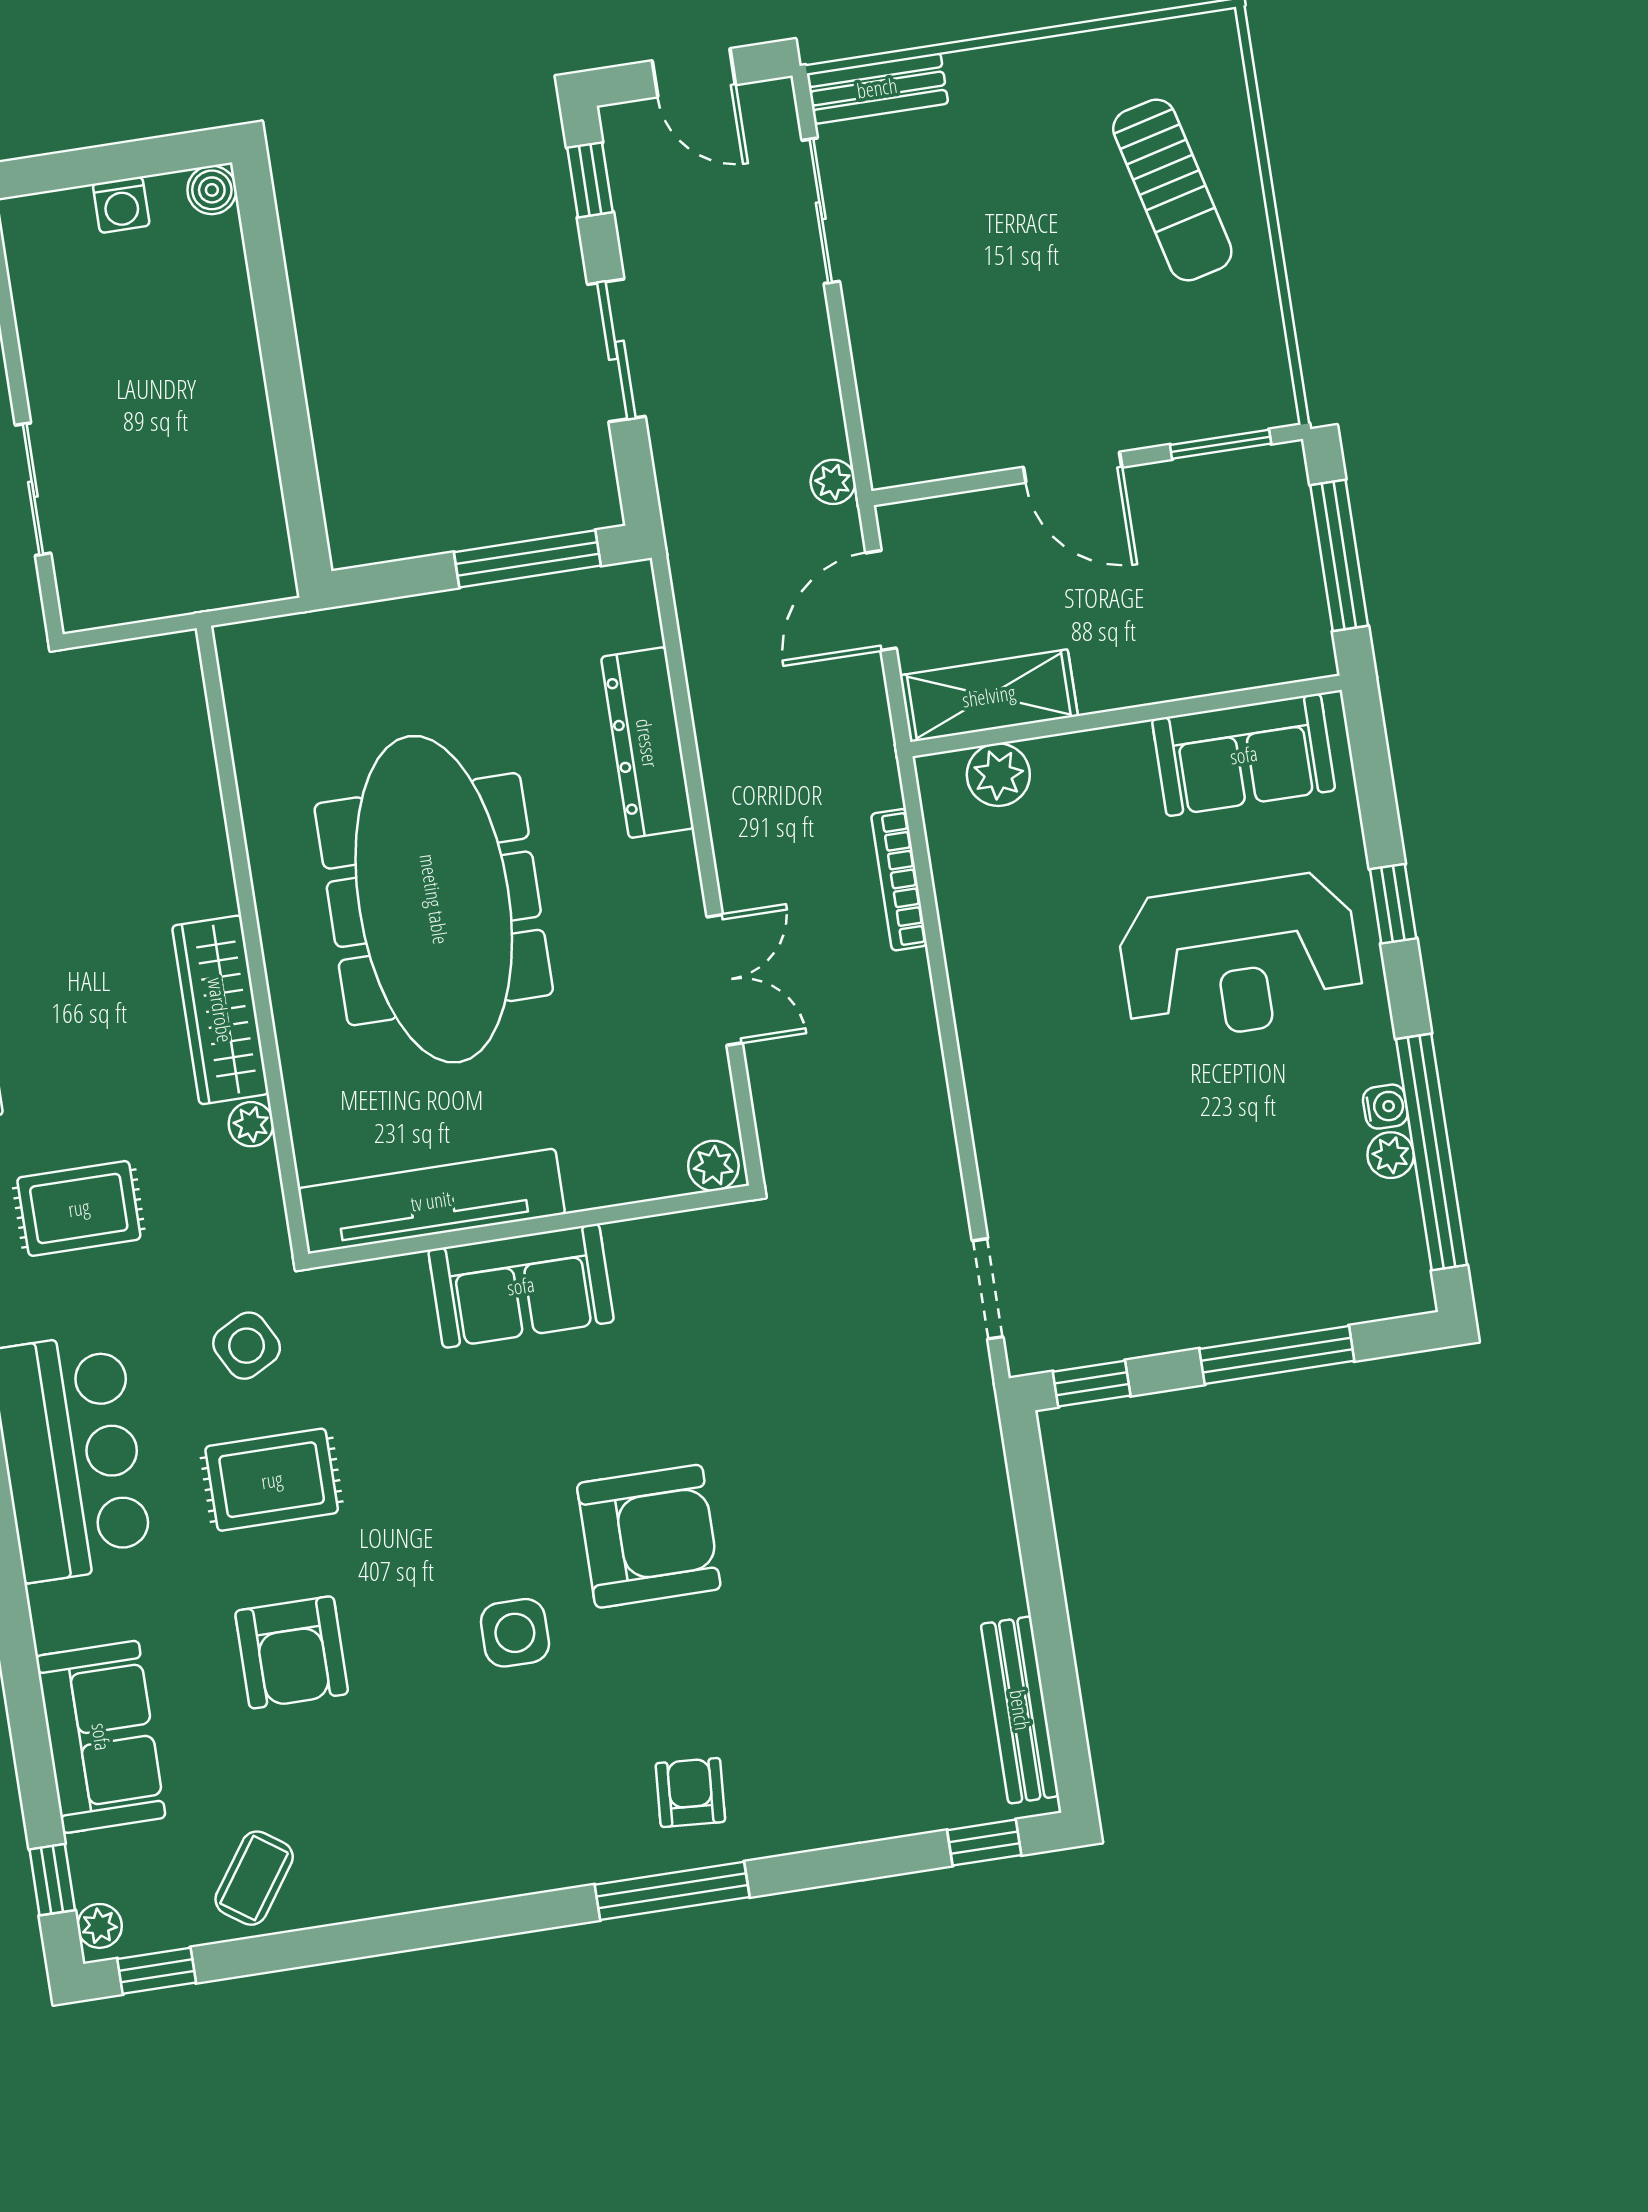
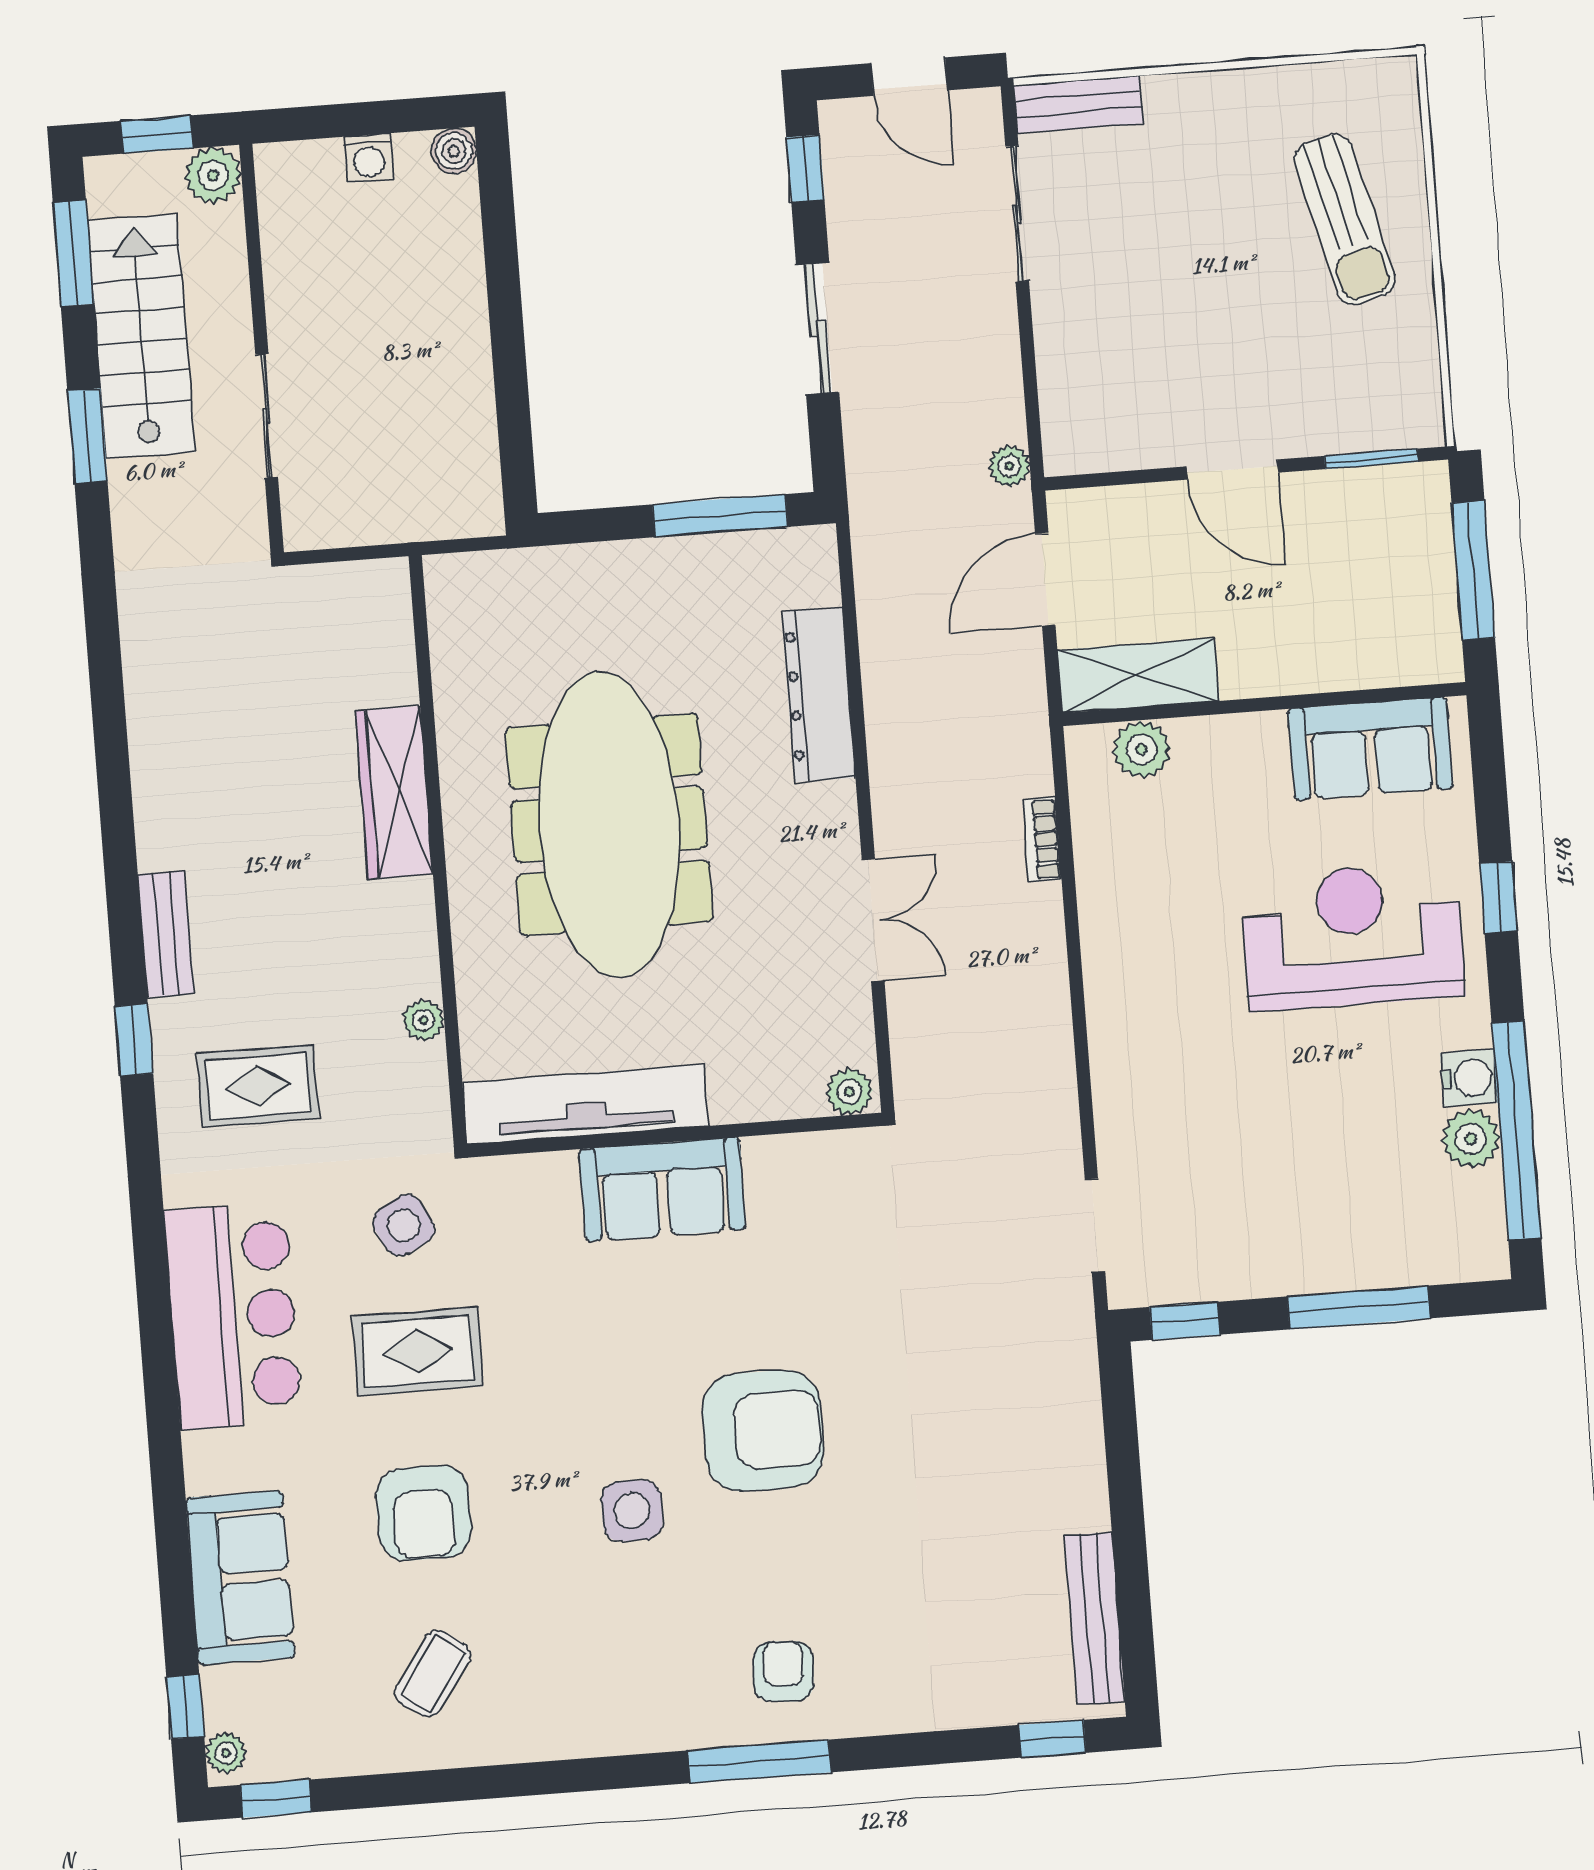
bookcase: (899, 880) -> (1042, 840), width x0.64
reception desk: (1240, 958) -> (1353, 936), turned 180
wardrobe: (220, 1010) -> (394, 793), moved
water cooler: (1385, 1107) -> (1469, 1078), width x1.38, depth x1.38
plant: (1391, 1155) -> (1471, 1139), width x1.38, depth x1.38
coffee table: (254, 1878) -> (433, 1674), moved

